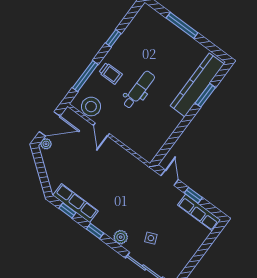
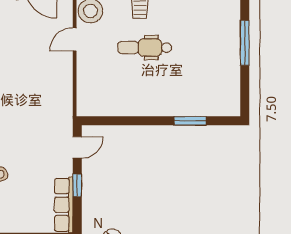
kitchen counter: (197, 85) -> (195, 104), removed
dental chair: (139, 90) -> (145, 48), turned 180

